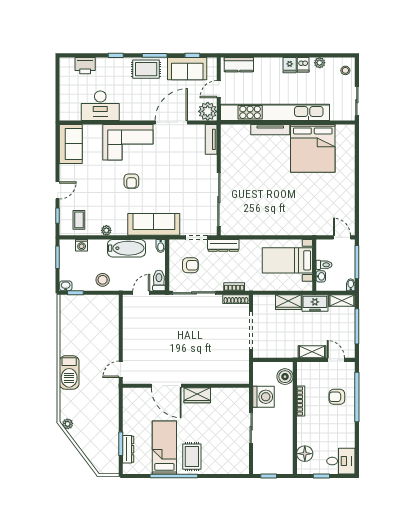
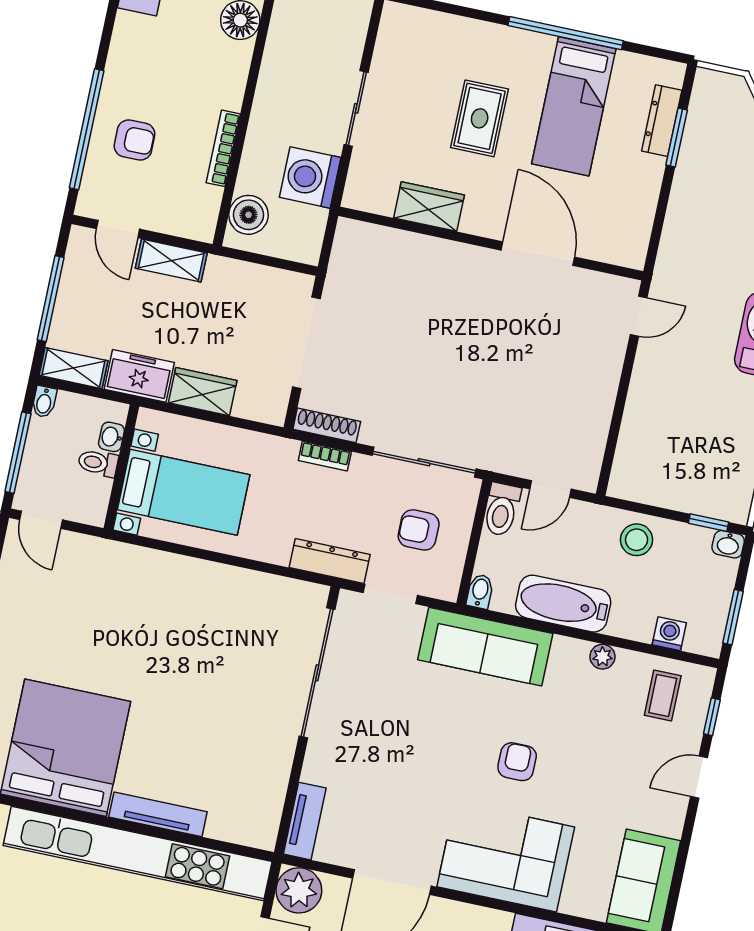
wardrobe: (197, 395) -> (429, 206), moved
rug: (192, 457) -> (480, 118), moved

